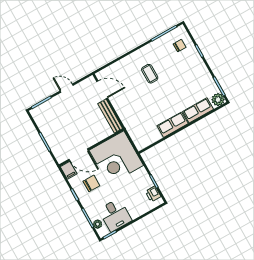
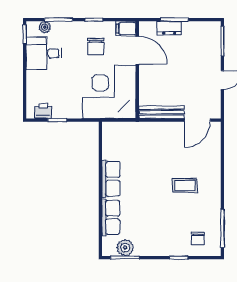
plant: (218, 100) -> (125, 248), moved
dresser: (52, 142) -> (169, 28), added
door: (79, 155) -> (137, 50), swing flipped

